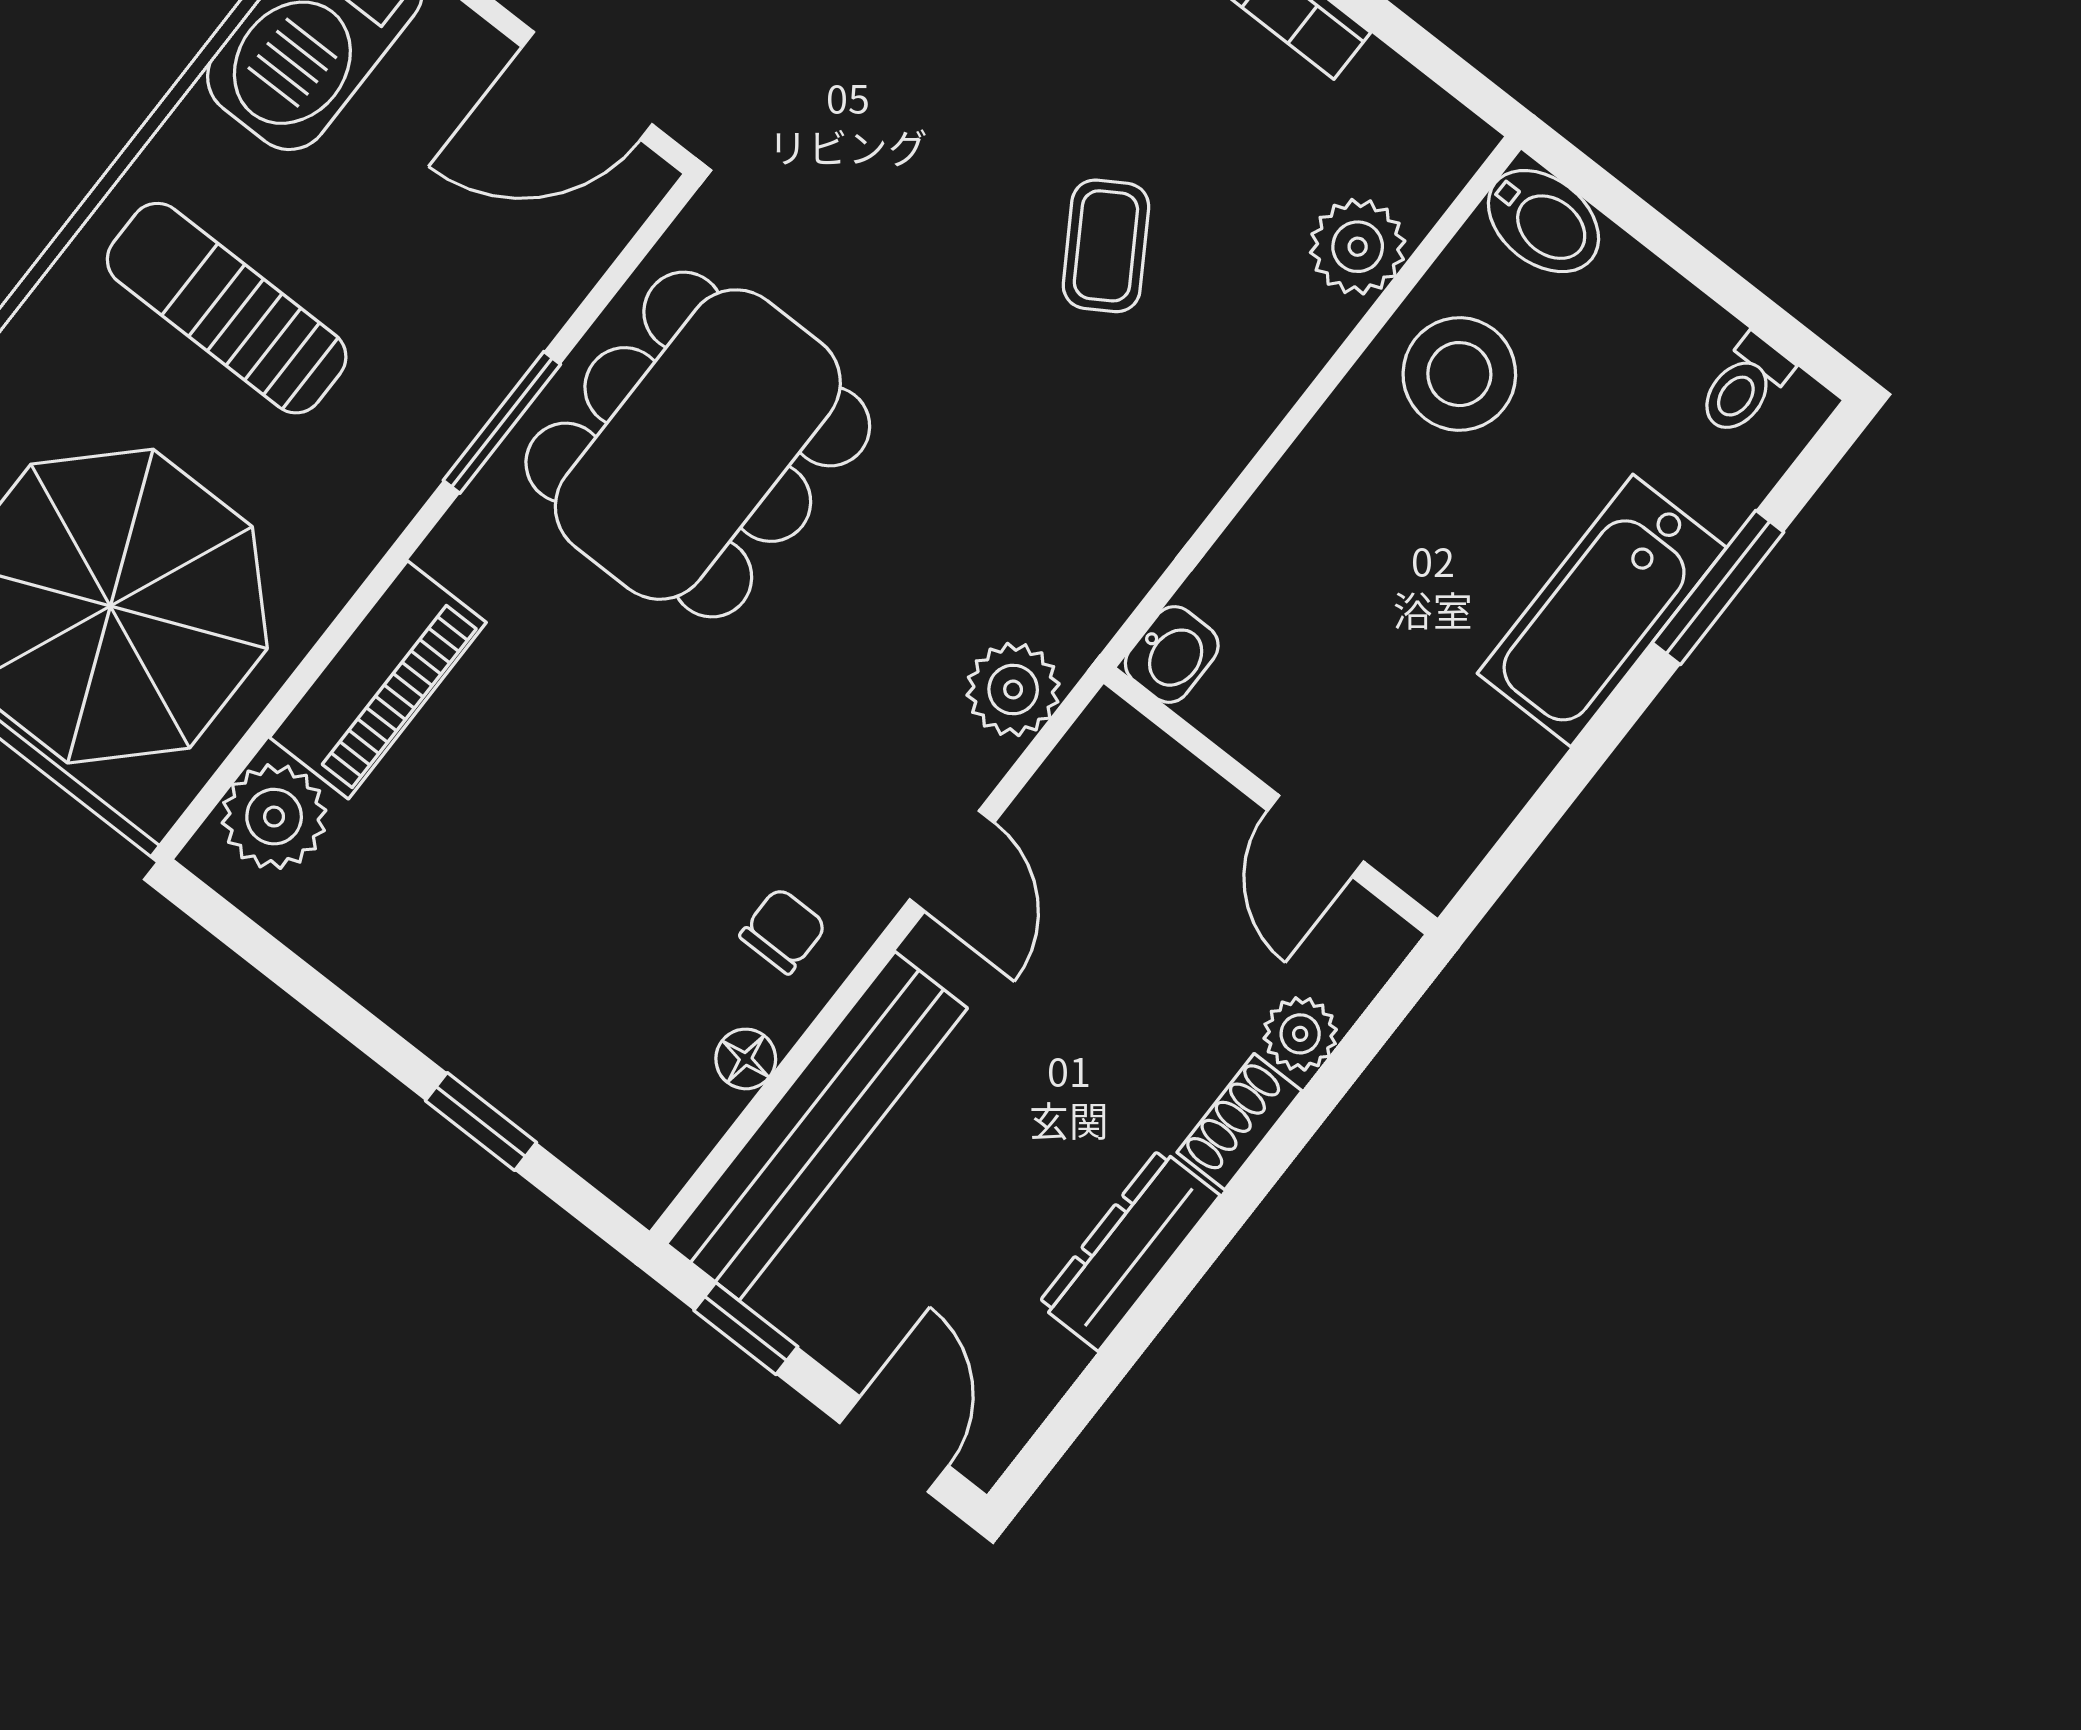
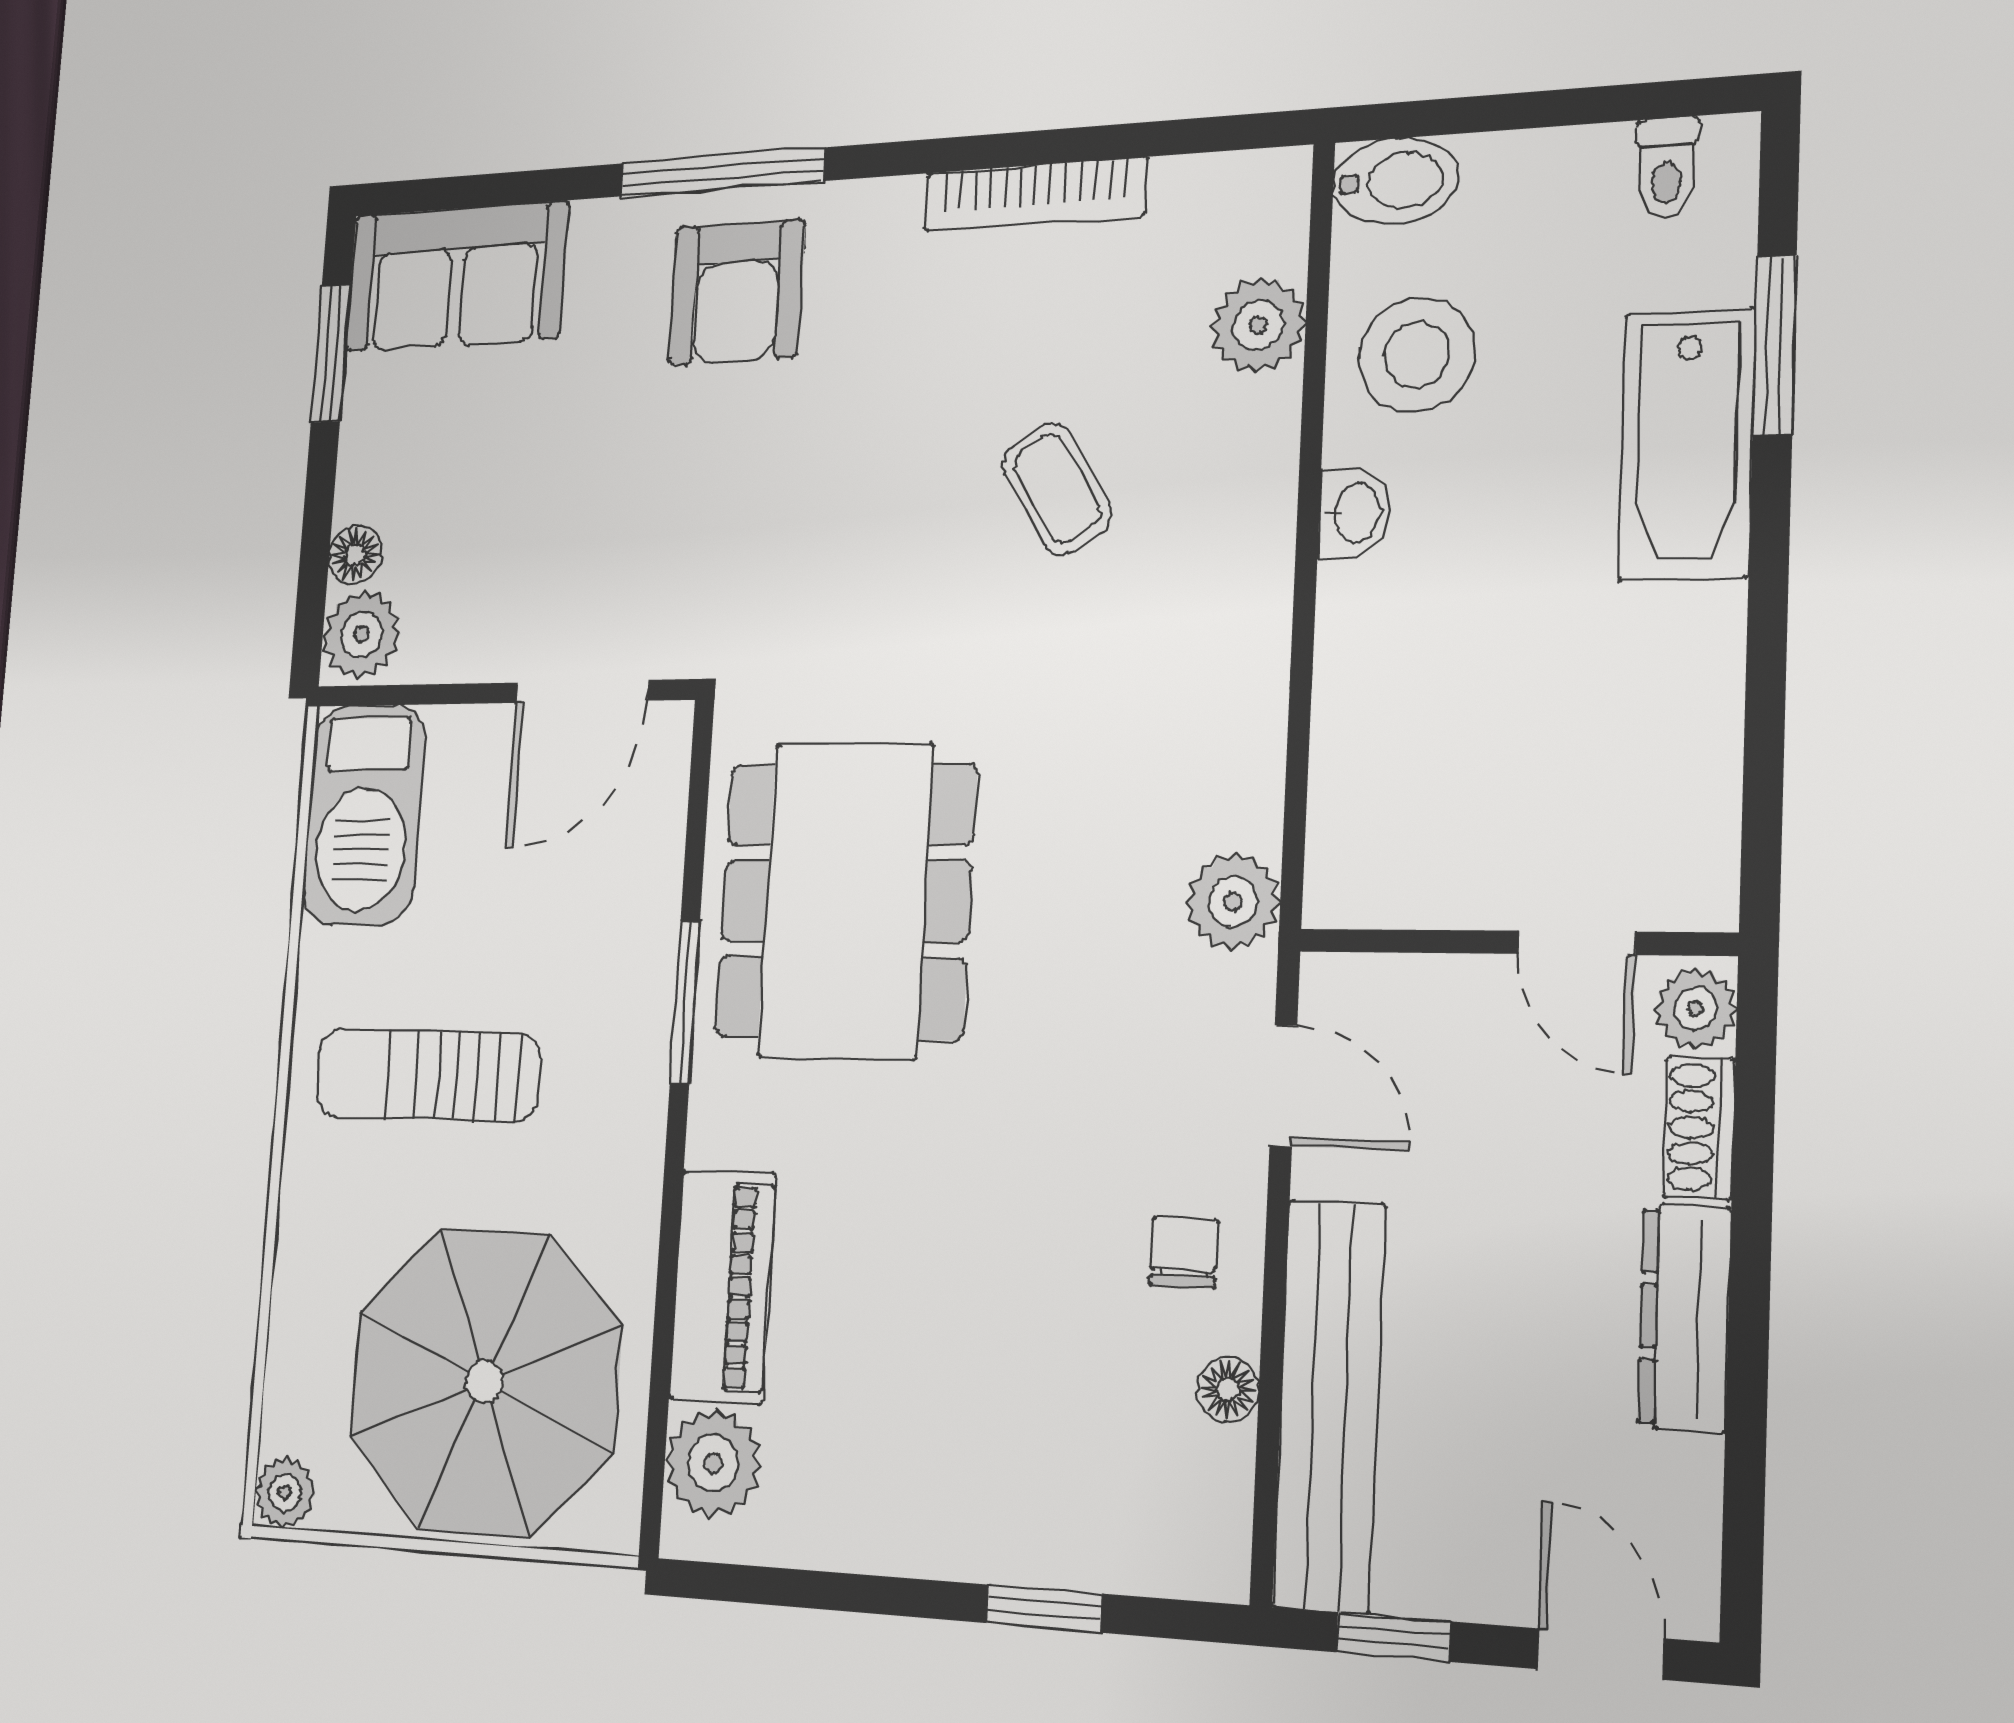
washbasin: (1172, 654) -> (1355, 513), moved
wall: (1271, 801) -> (1515, 942), moved
door: (1316, 836) -> (1577, 943), moved

